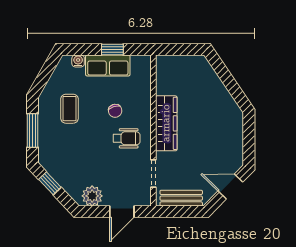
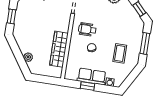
plant: (213, 80) -> (28, 57), added
wardrobe: (166, 123) -> (59, 49), moved
window: (249, 140) -> (11, 16), added

